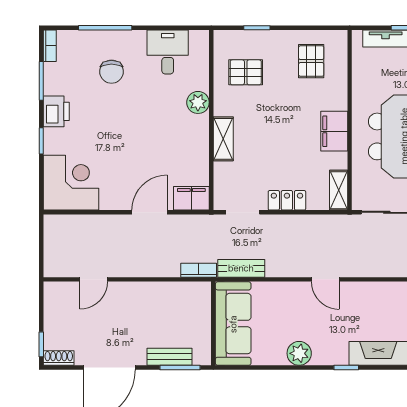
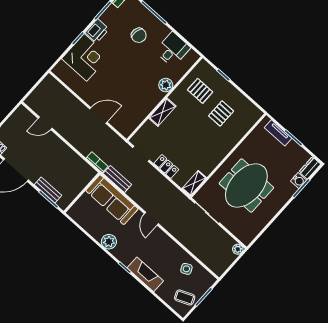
pallet: (311, 61) -> (221, 113), moved
chair: (111, 72) -> (139, 35), turned -80
filing cabinet: (334, 131) -> (216, 154), removed
corner desk: (71, 183) -> (85, 57), moved
filing cabinet: (191, 198) -> (123, 126), removed
sofa: (233, 324) -> (112, 200), moved, turned 90

